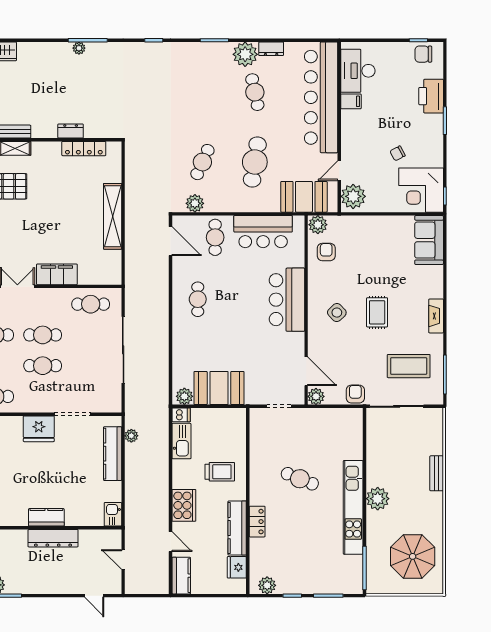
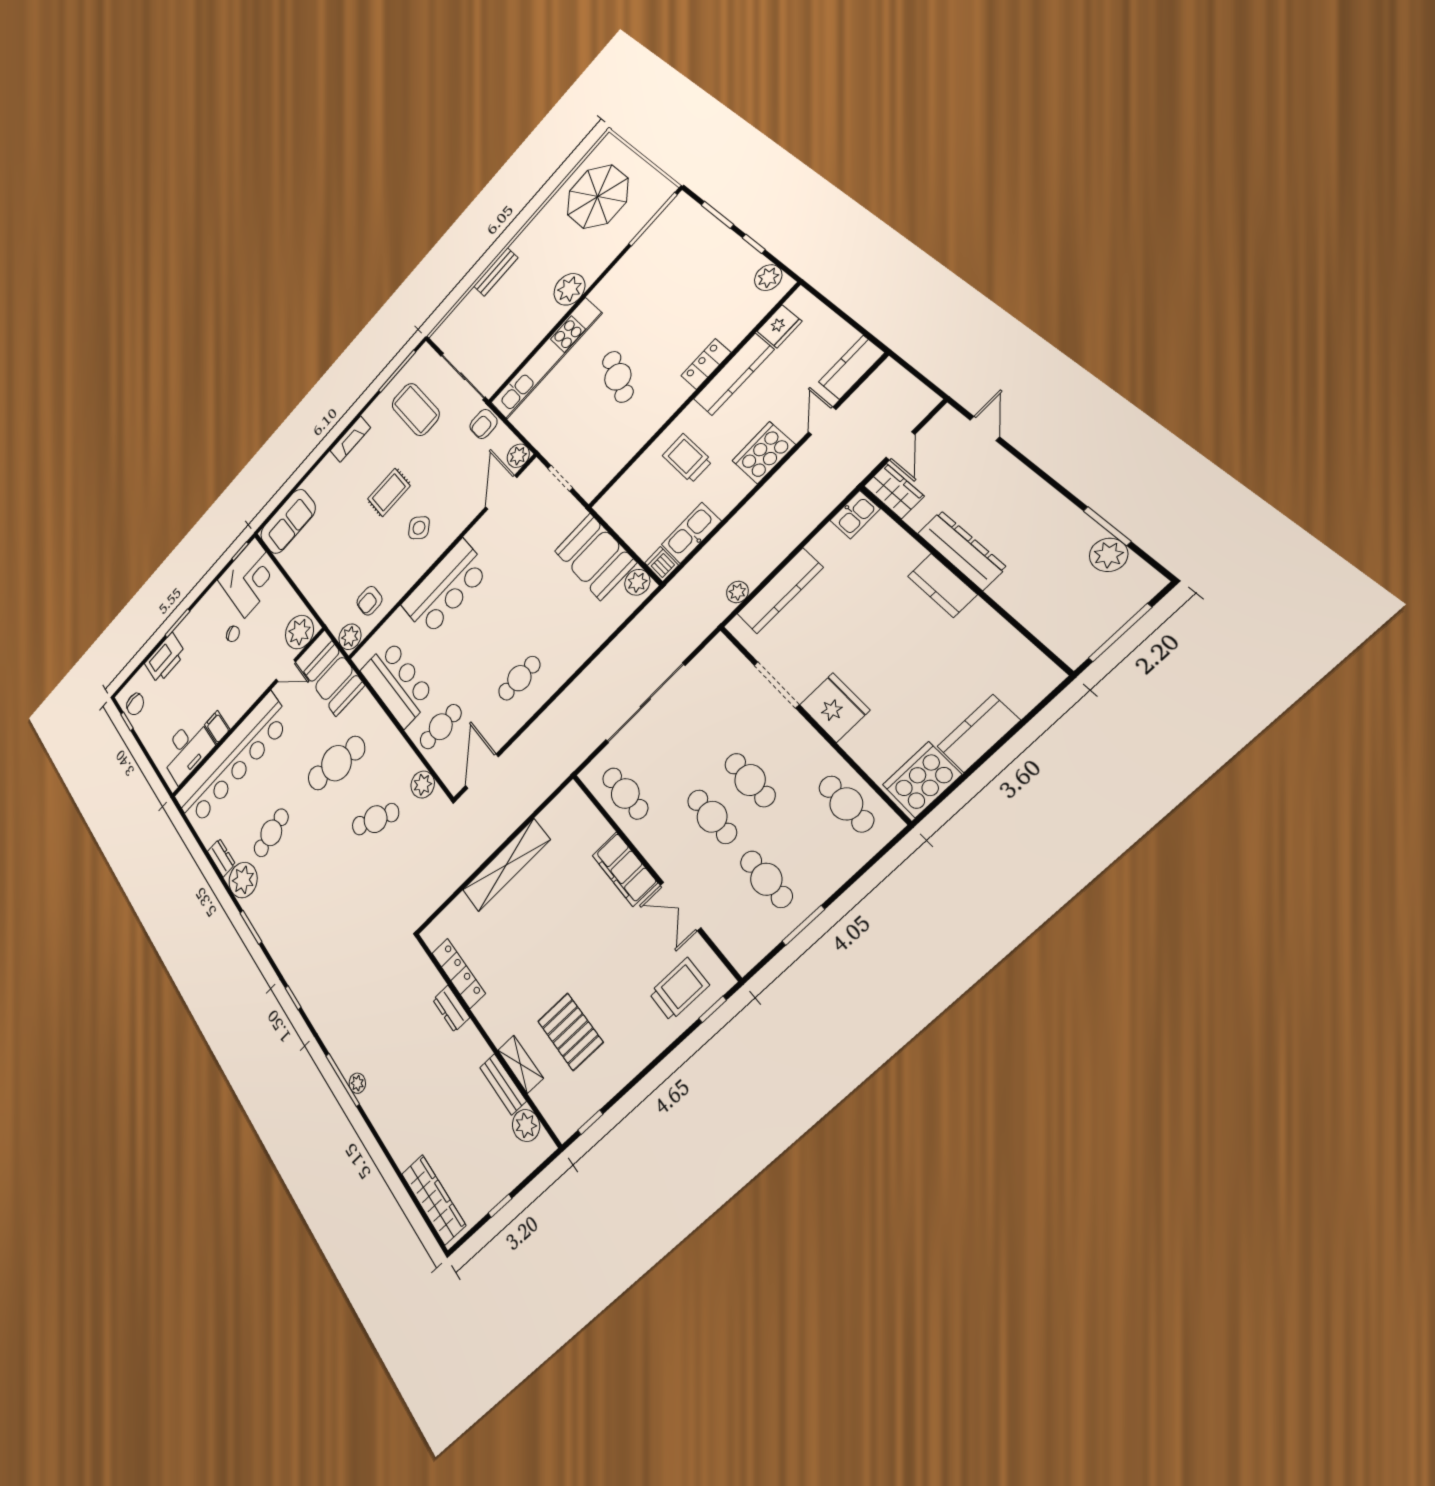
kitchen unit: (353, 507) -> (546, 359), moved
wardrobe: (106, 538) -> (894, 491), added

